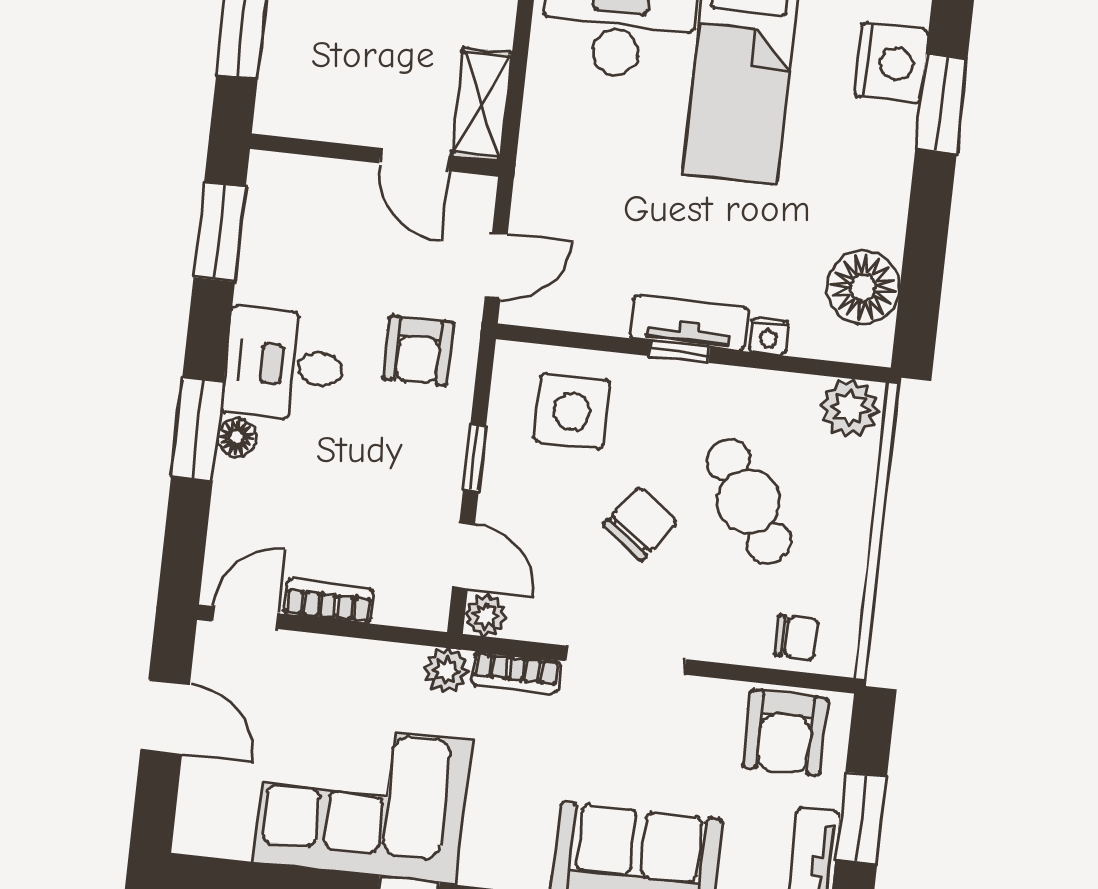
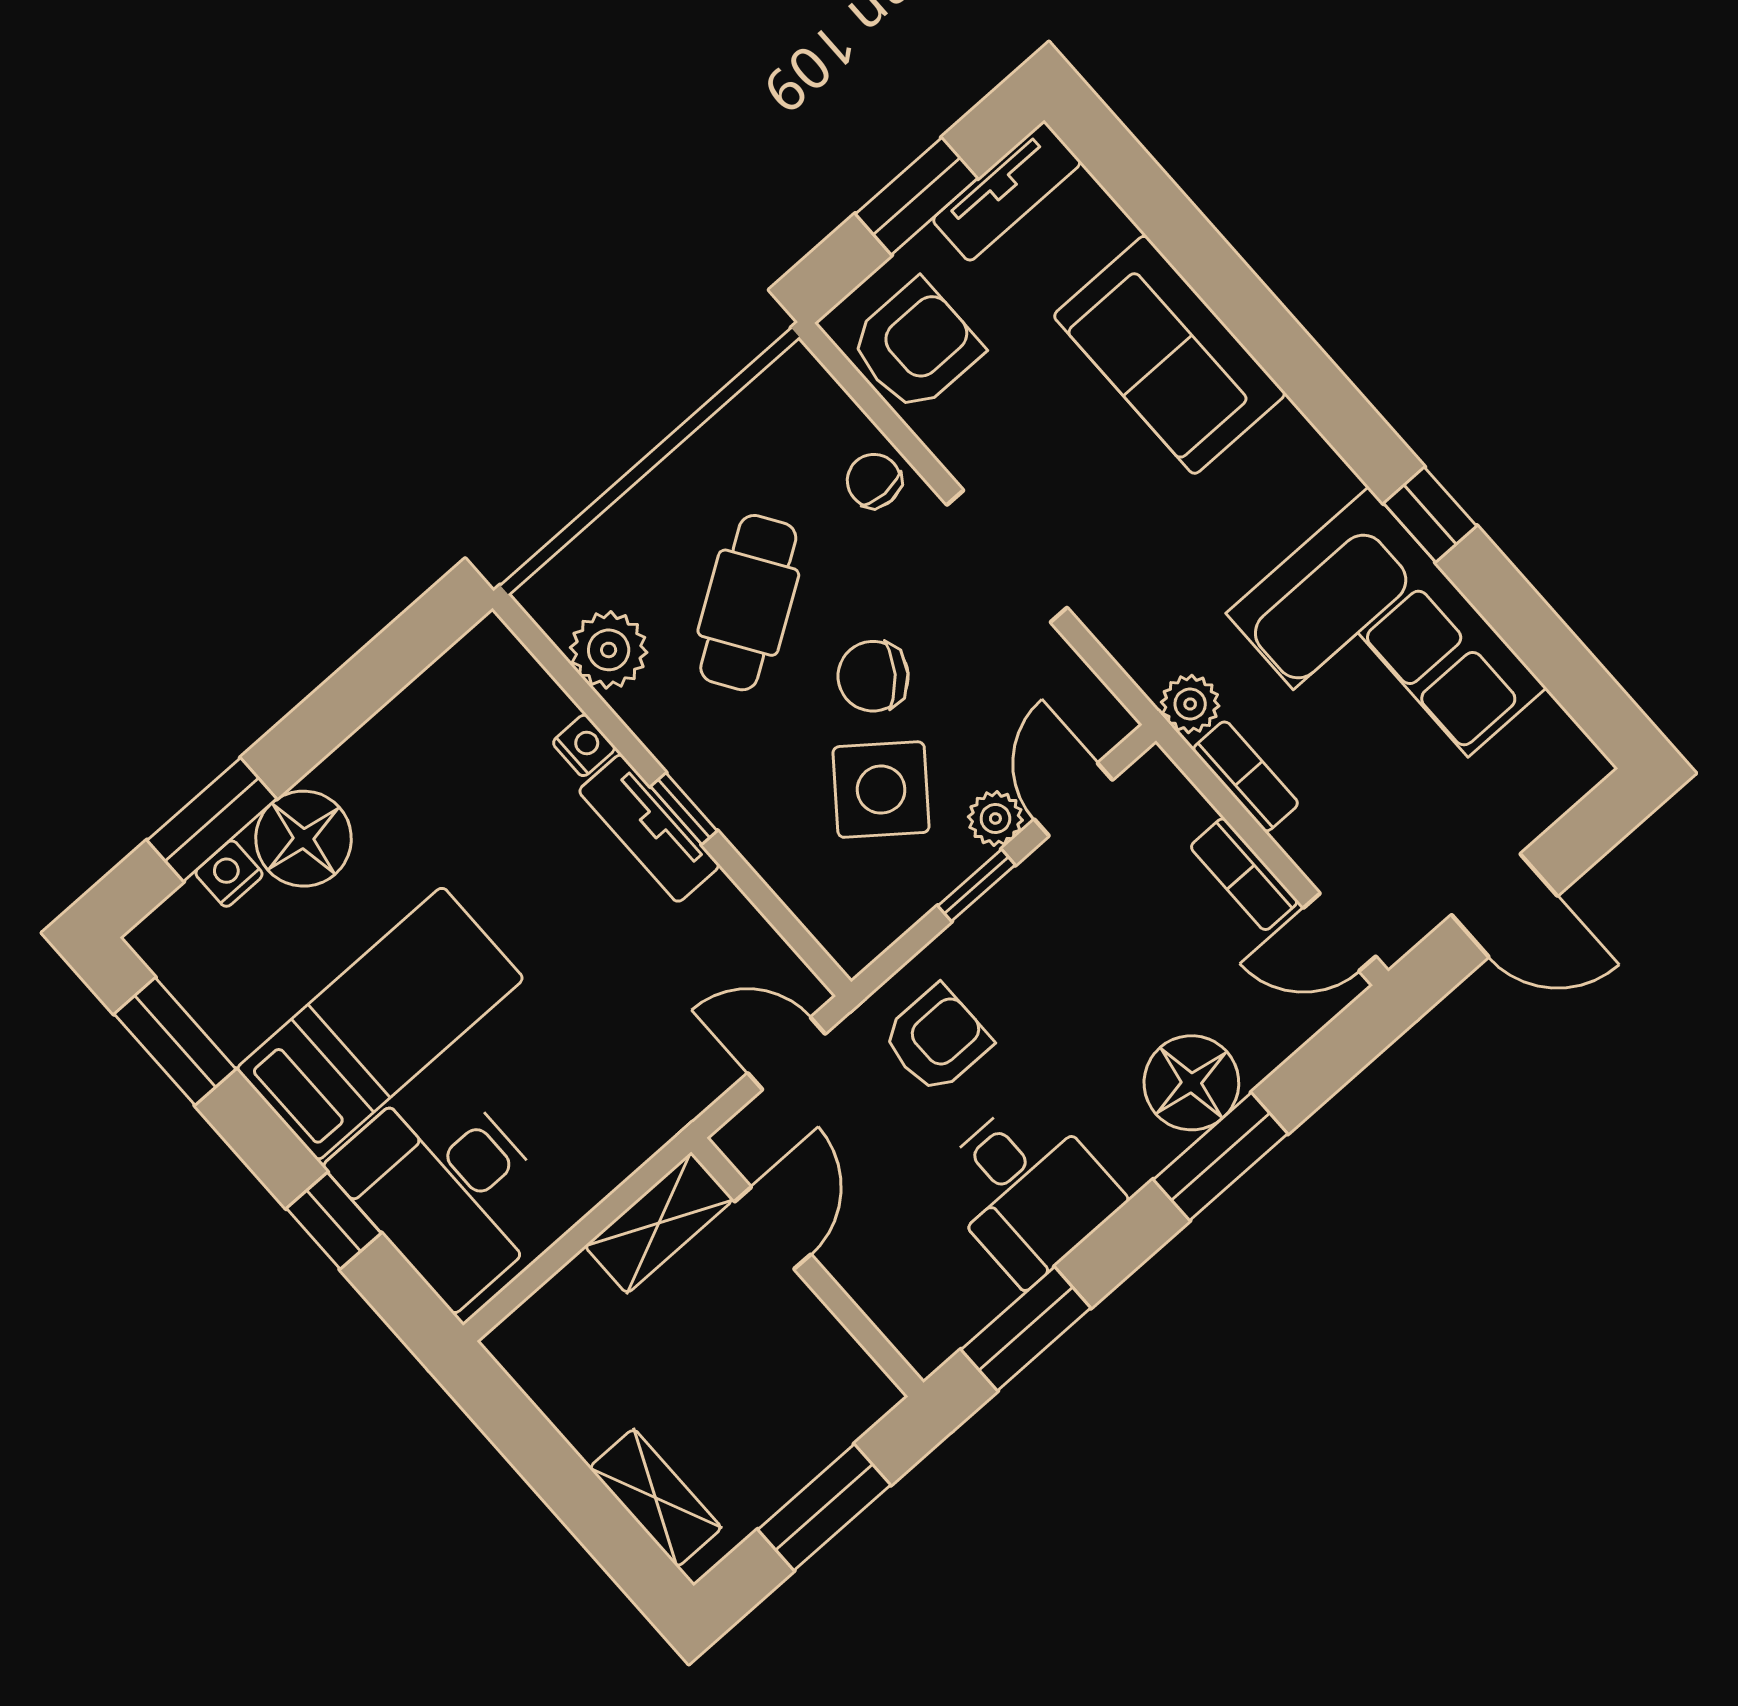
nightstand: (891, 63) -> (229, 874), width x0.53, depth x0.56
floor lamp: (863, 288) -> (304, 839), moved
desk: (284, 365) -> (1027, 1190), moved
plant: (850, 408) -> (609, 650), moved
side table: (572, 411) -> (881, 790), moved, turned 38
floor lamp: (237, 437) -> (1191, 1083), width x1.89, depth x1.89
plant: (486, 616) -> (995, 818), moved
chair: (797, 637) -> (874, 481), moved
bookcase: (516, 673) -> (1246, 776), moved
door: (165, 717) -> (1505, 905), swing flipped

